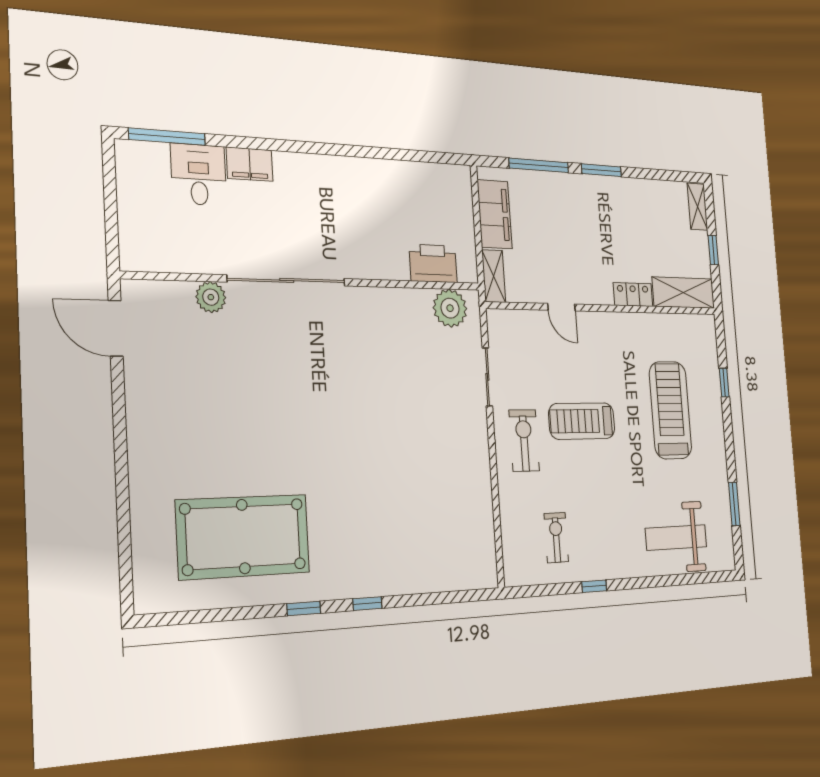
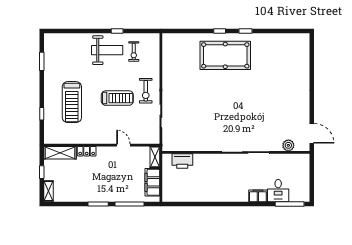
plant: (211, 297) -> (288, 145), moved
plant: (450, 308) -> (176, 143), removed
pool table: (243, 537) -> (225, 55), moved
weight bench: (676, 537) -> (107, 50), moved

